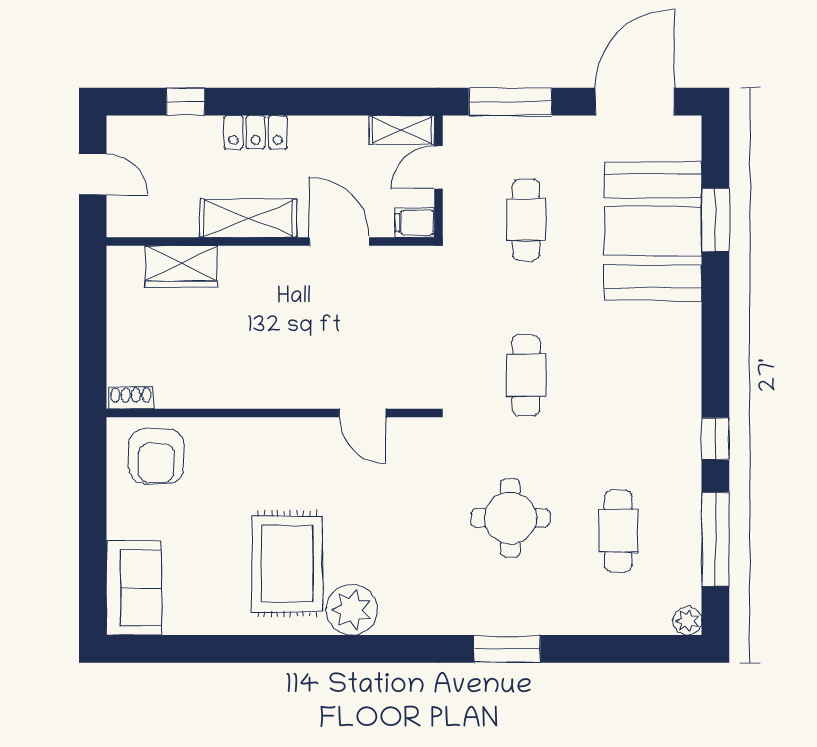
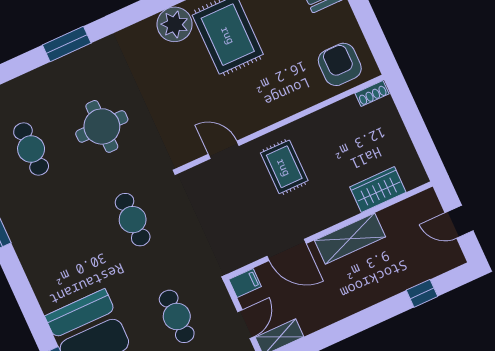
locker: (256, 132) -> (370, 294), removed
rug: (292, 354) -> (284, 167), added

